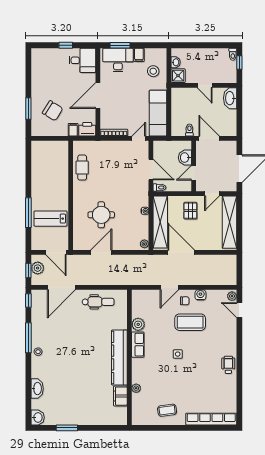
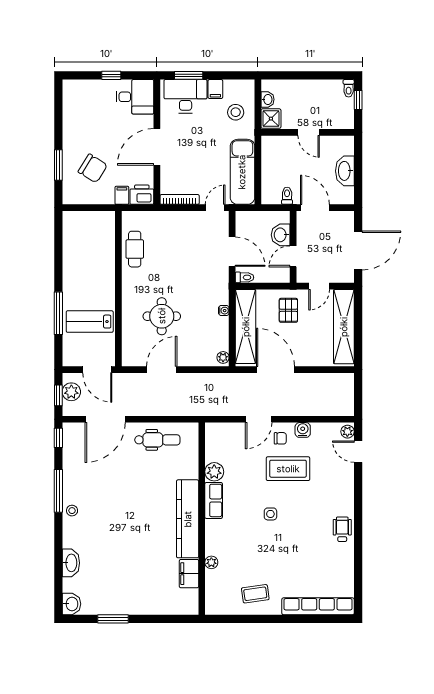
washbasin: (230, 98) -> (345, 171), moved

